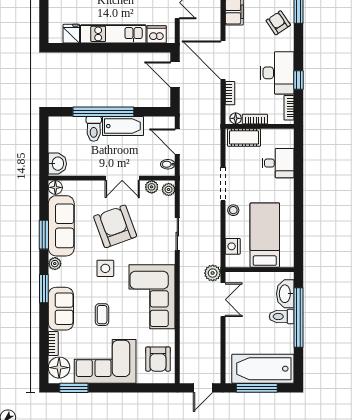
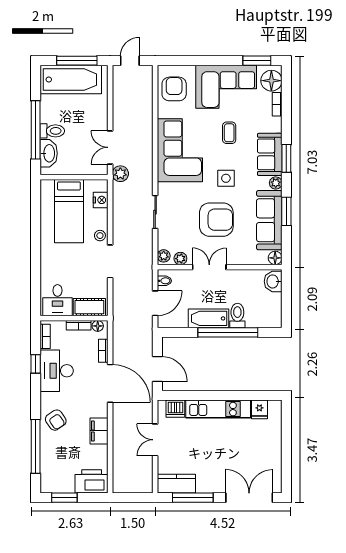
door: (177, 141) -> (155, 303), hinge flipped
desk: (278, 163) -> (57, 300), moved, turned -90
armchair: (115, 226) -> (216, 220), turned -70
sofa: (61, 309) -> (270, 154), moved

